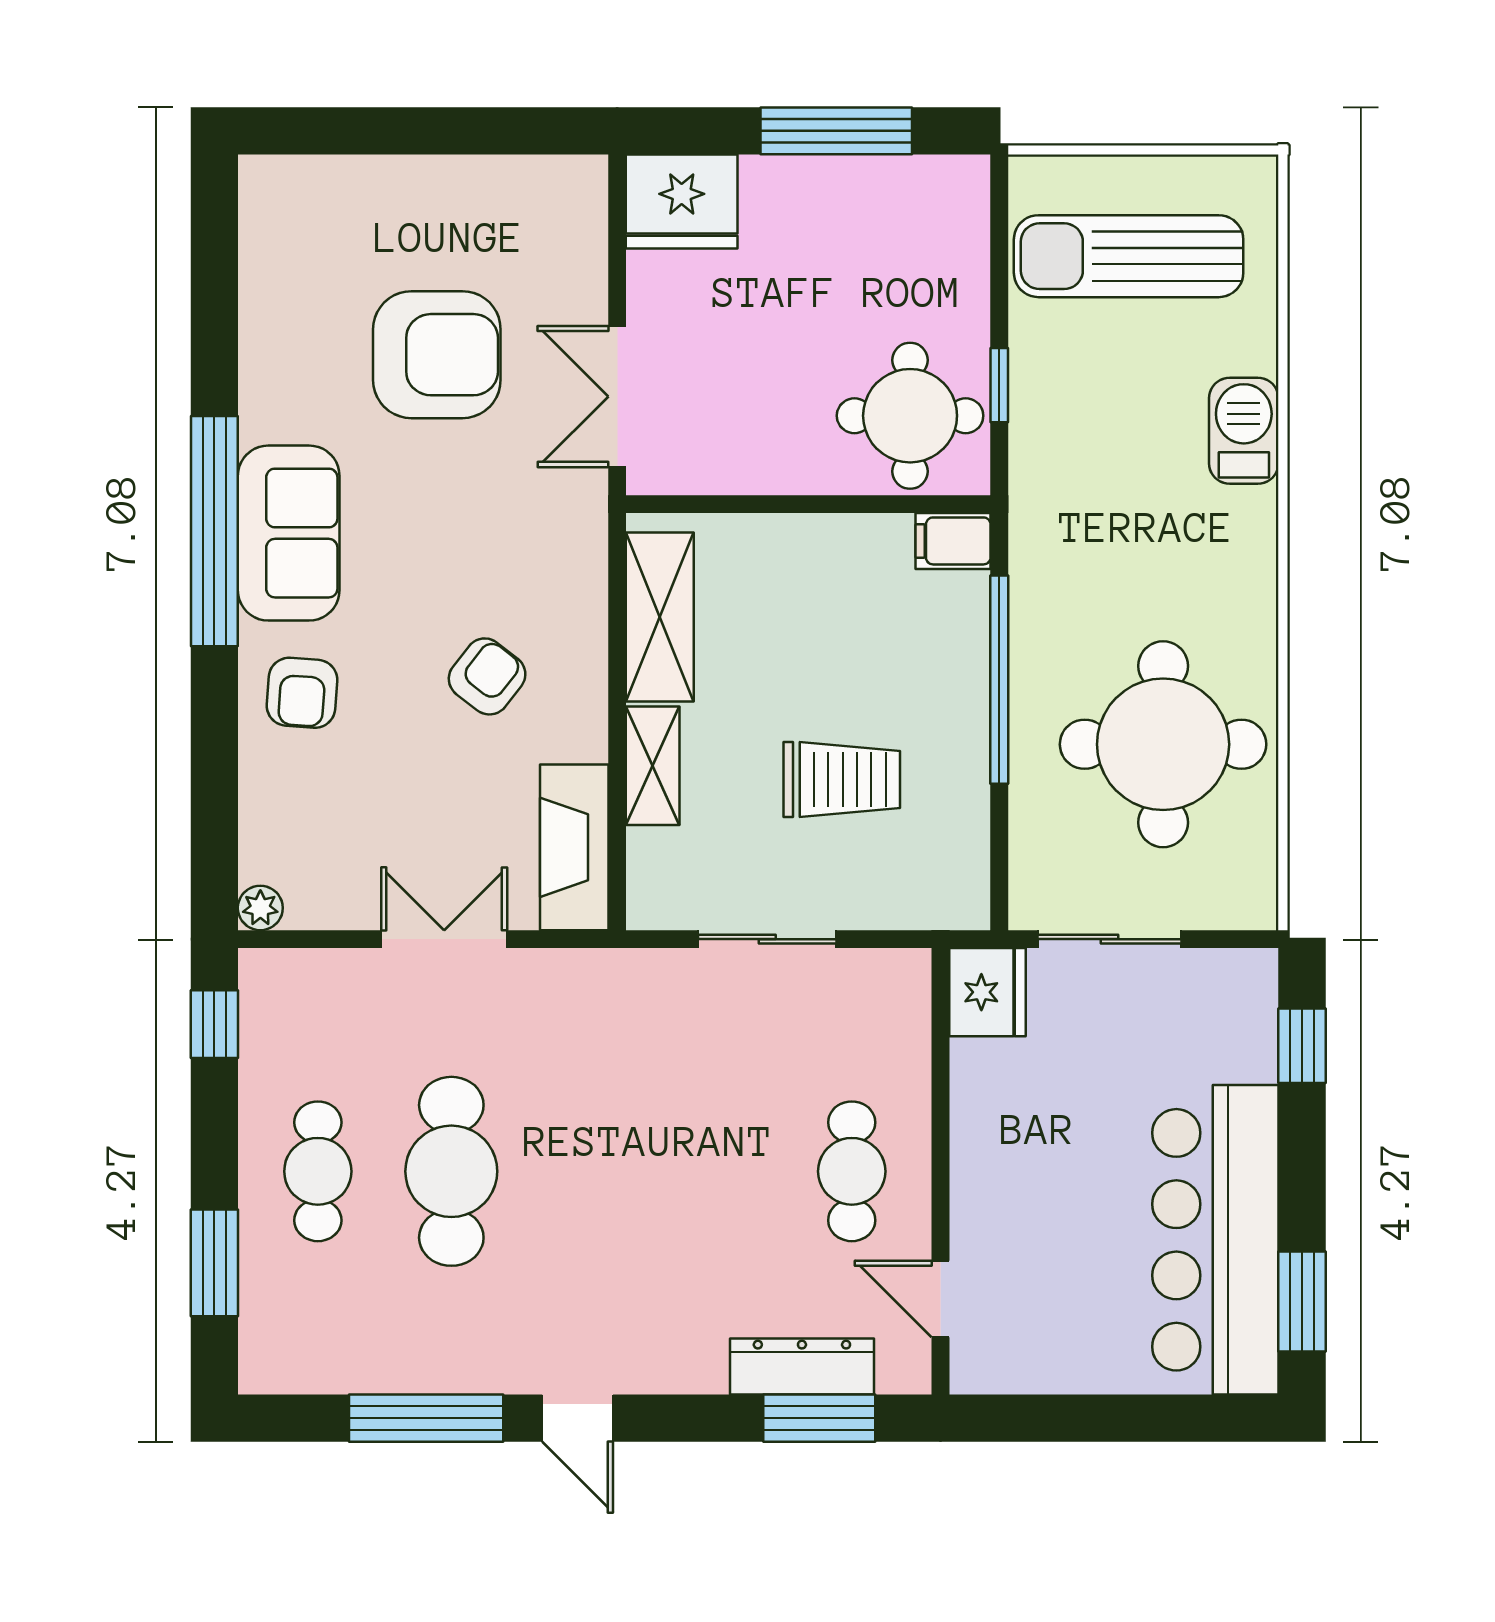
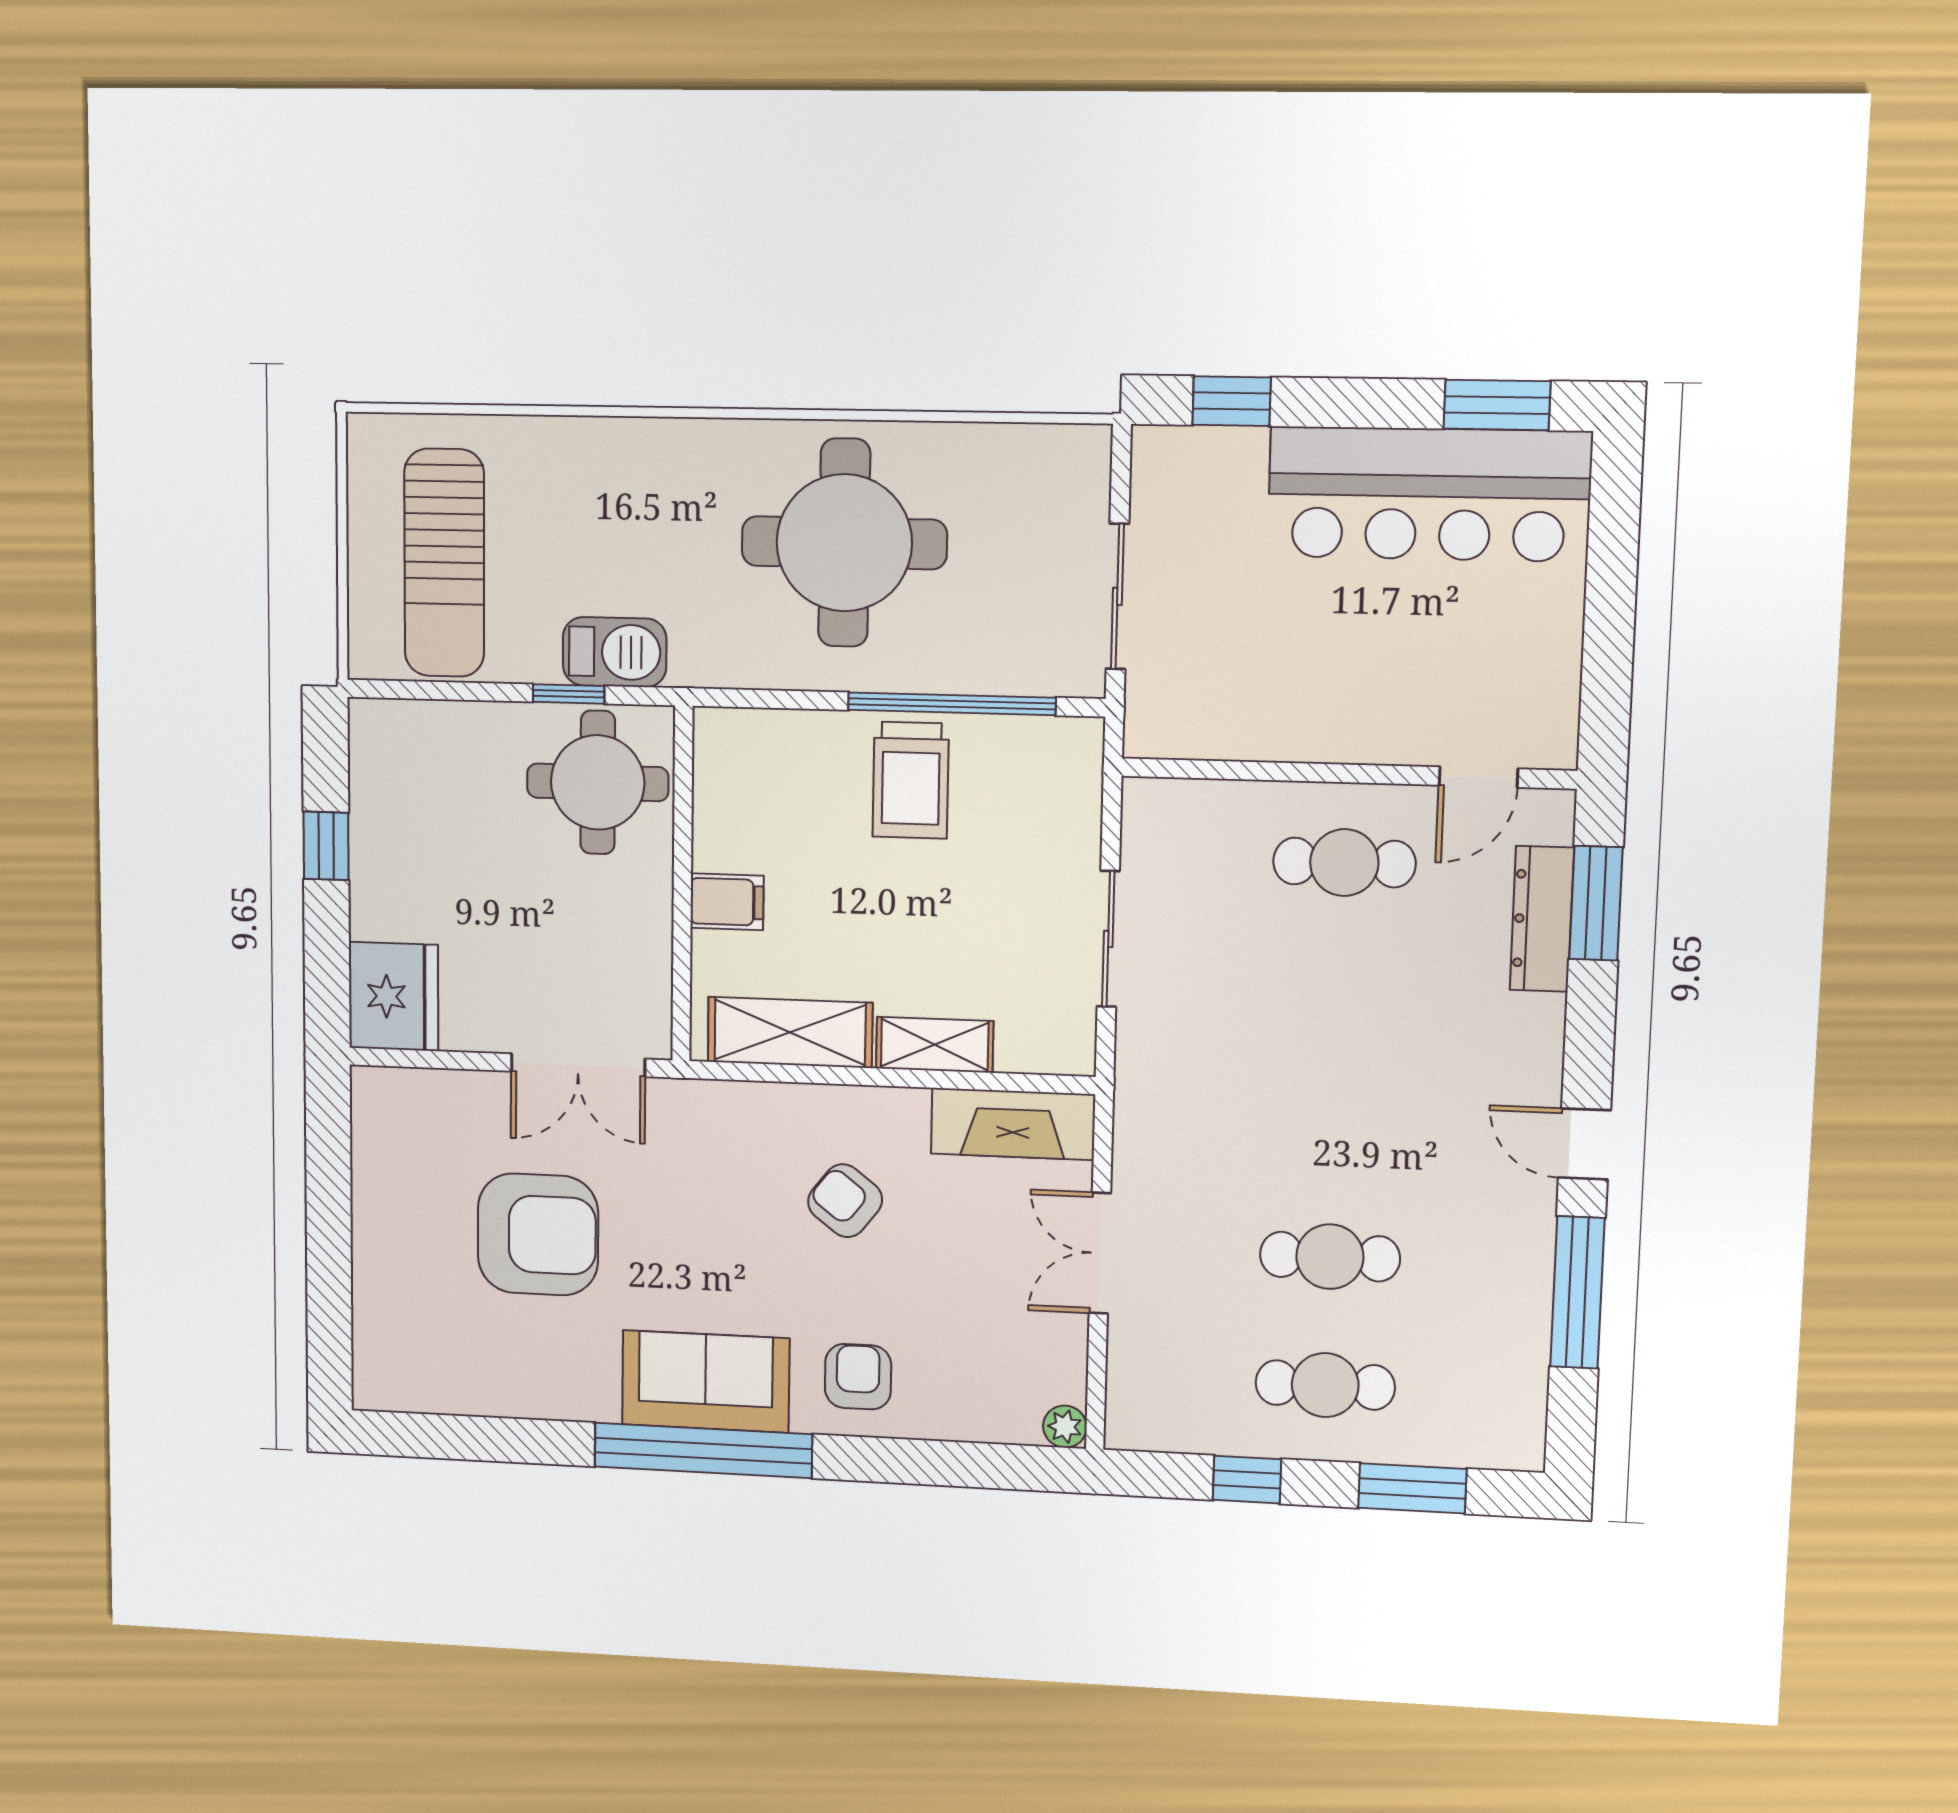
window: (836, 131) -> (326, 846), width x0.46
armchair: (437, 355) -> (538, 1234), turned 90
barbecue: (1244, 431) -> (615, 652), moved, turned 180
filing cabinet: (953, 541) -> (727, 902), moved, turned -90
window: (999, 680) -> (952, 704), moved
armchair: (302, 693) -> (858, 1377), turned -94
round table: (1163, 744) -> (844, 543), moved
trolley: (842, 779) -> (911, 780), moved, turned 180
fridge: (987, 992) -> (1168, 721), removed
window: (214, 1024) -> (1247, 1480), moved
cafe table: (451, 1171) -> (1330, 1257), width x0.73, depth x0.74
door: (578, 1418) -> (1584, 1144), swing flipped

